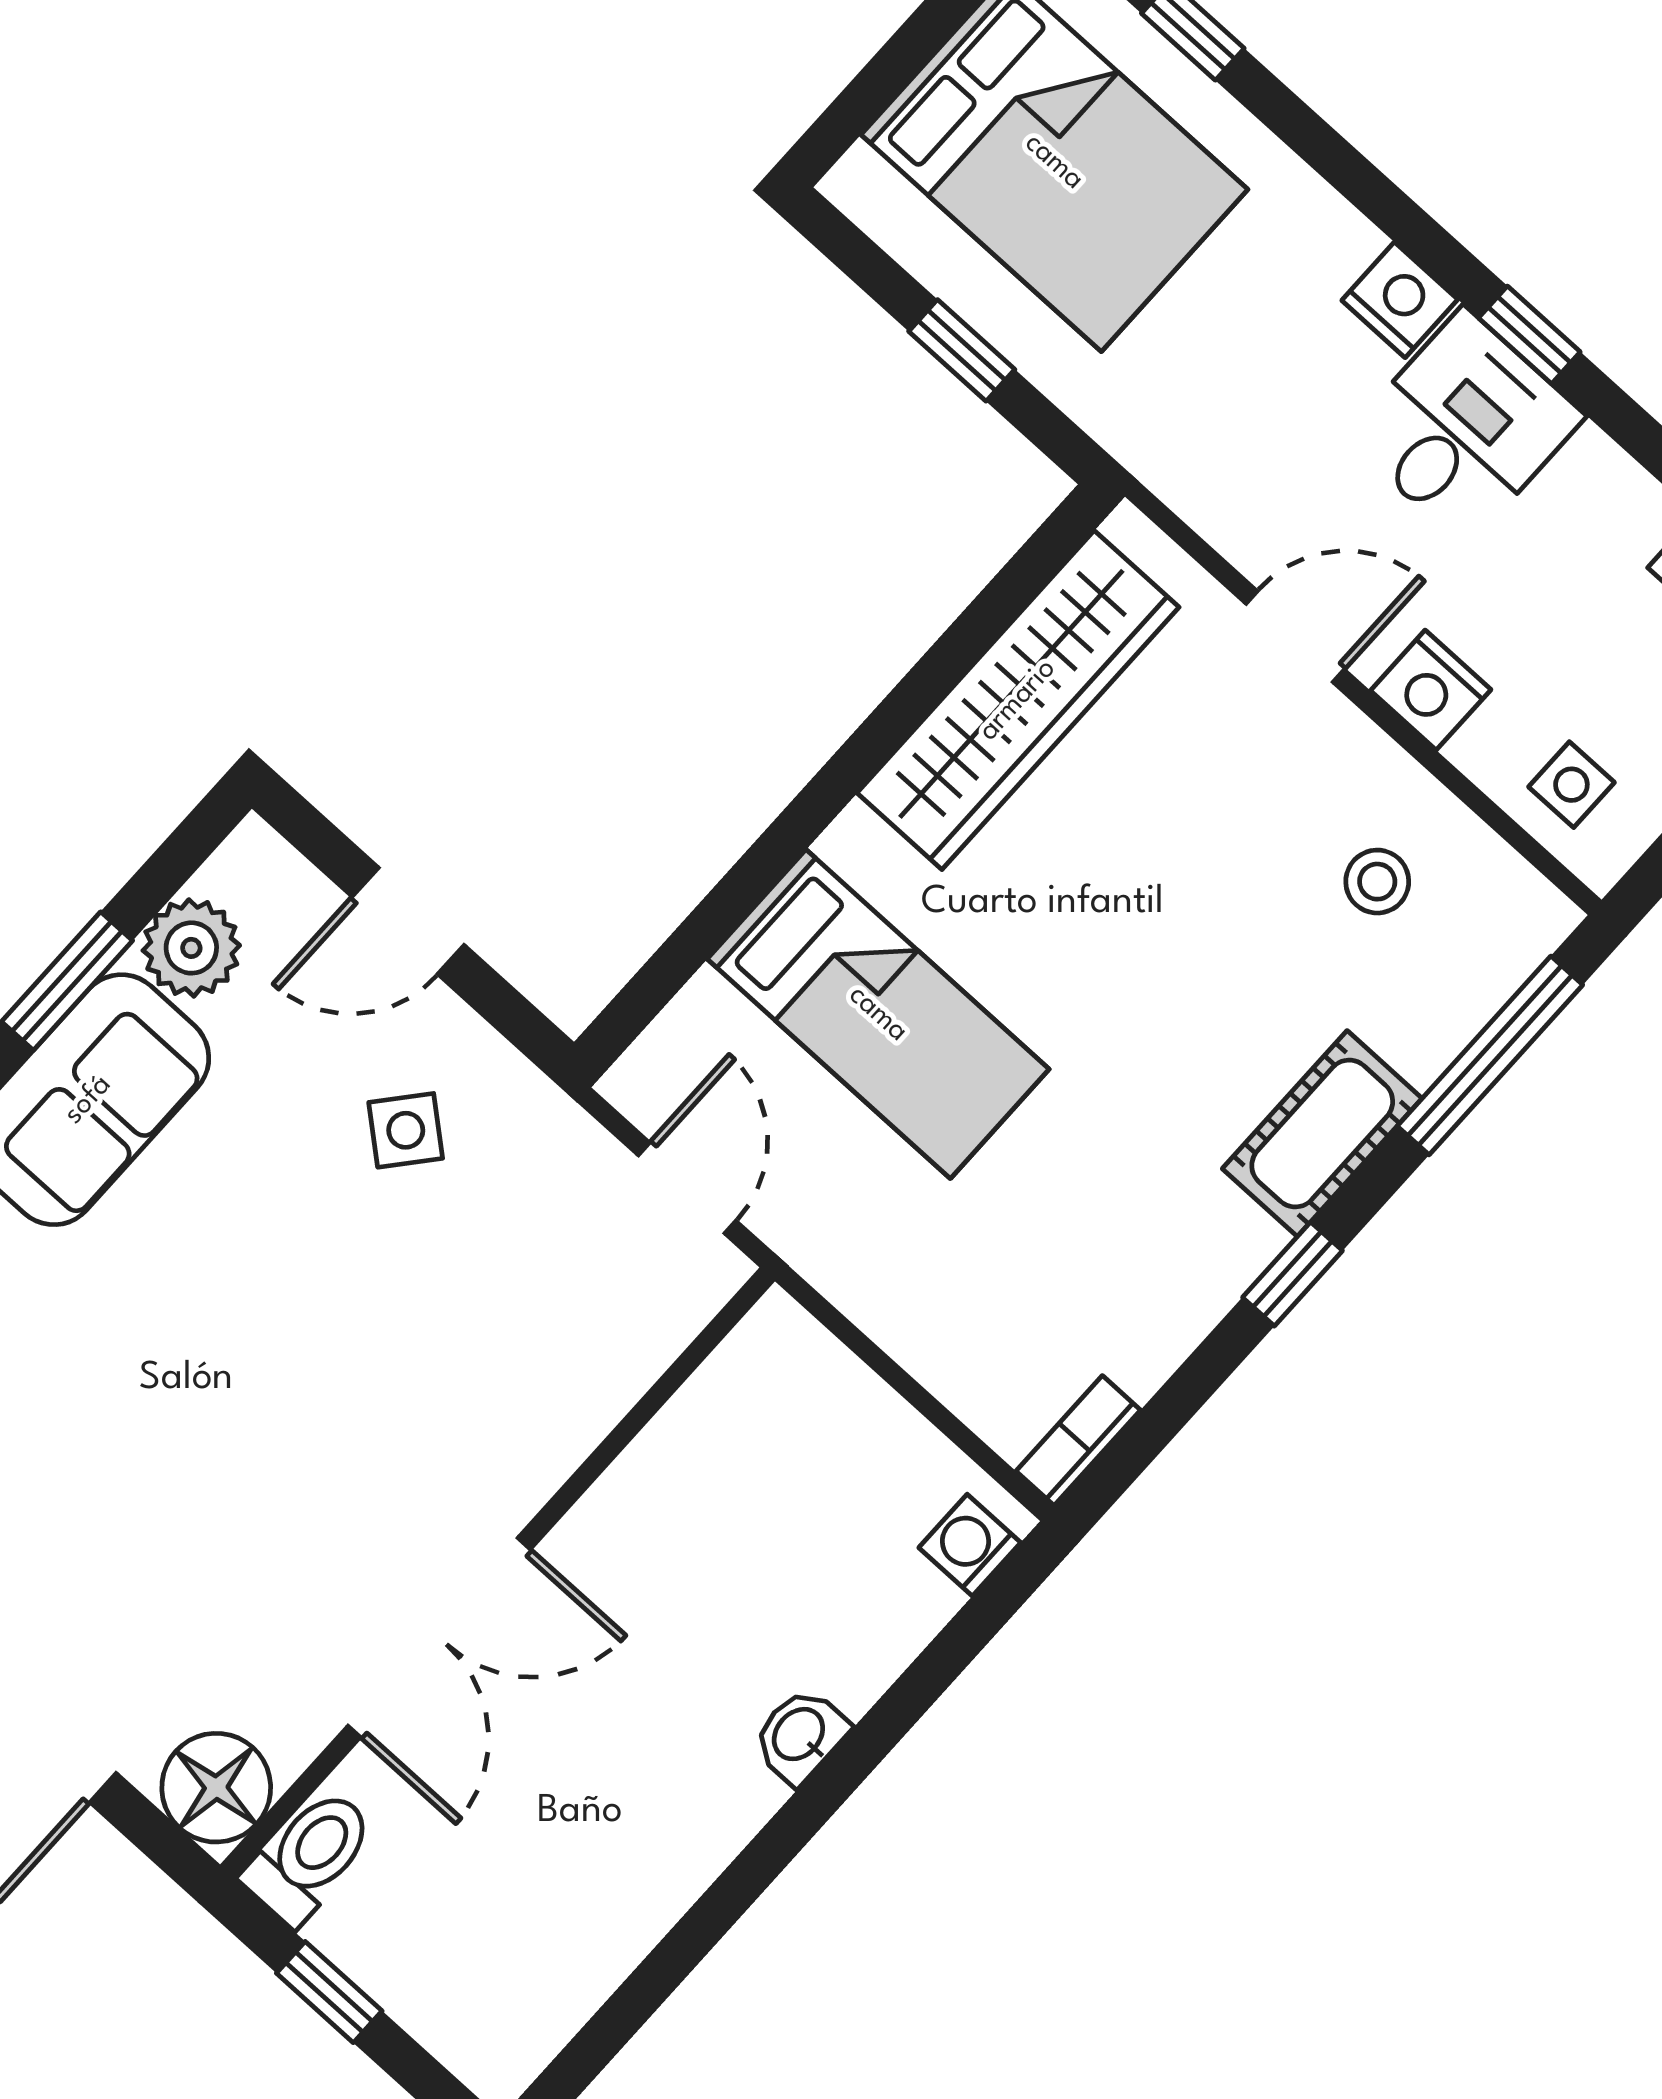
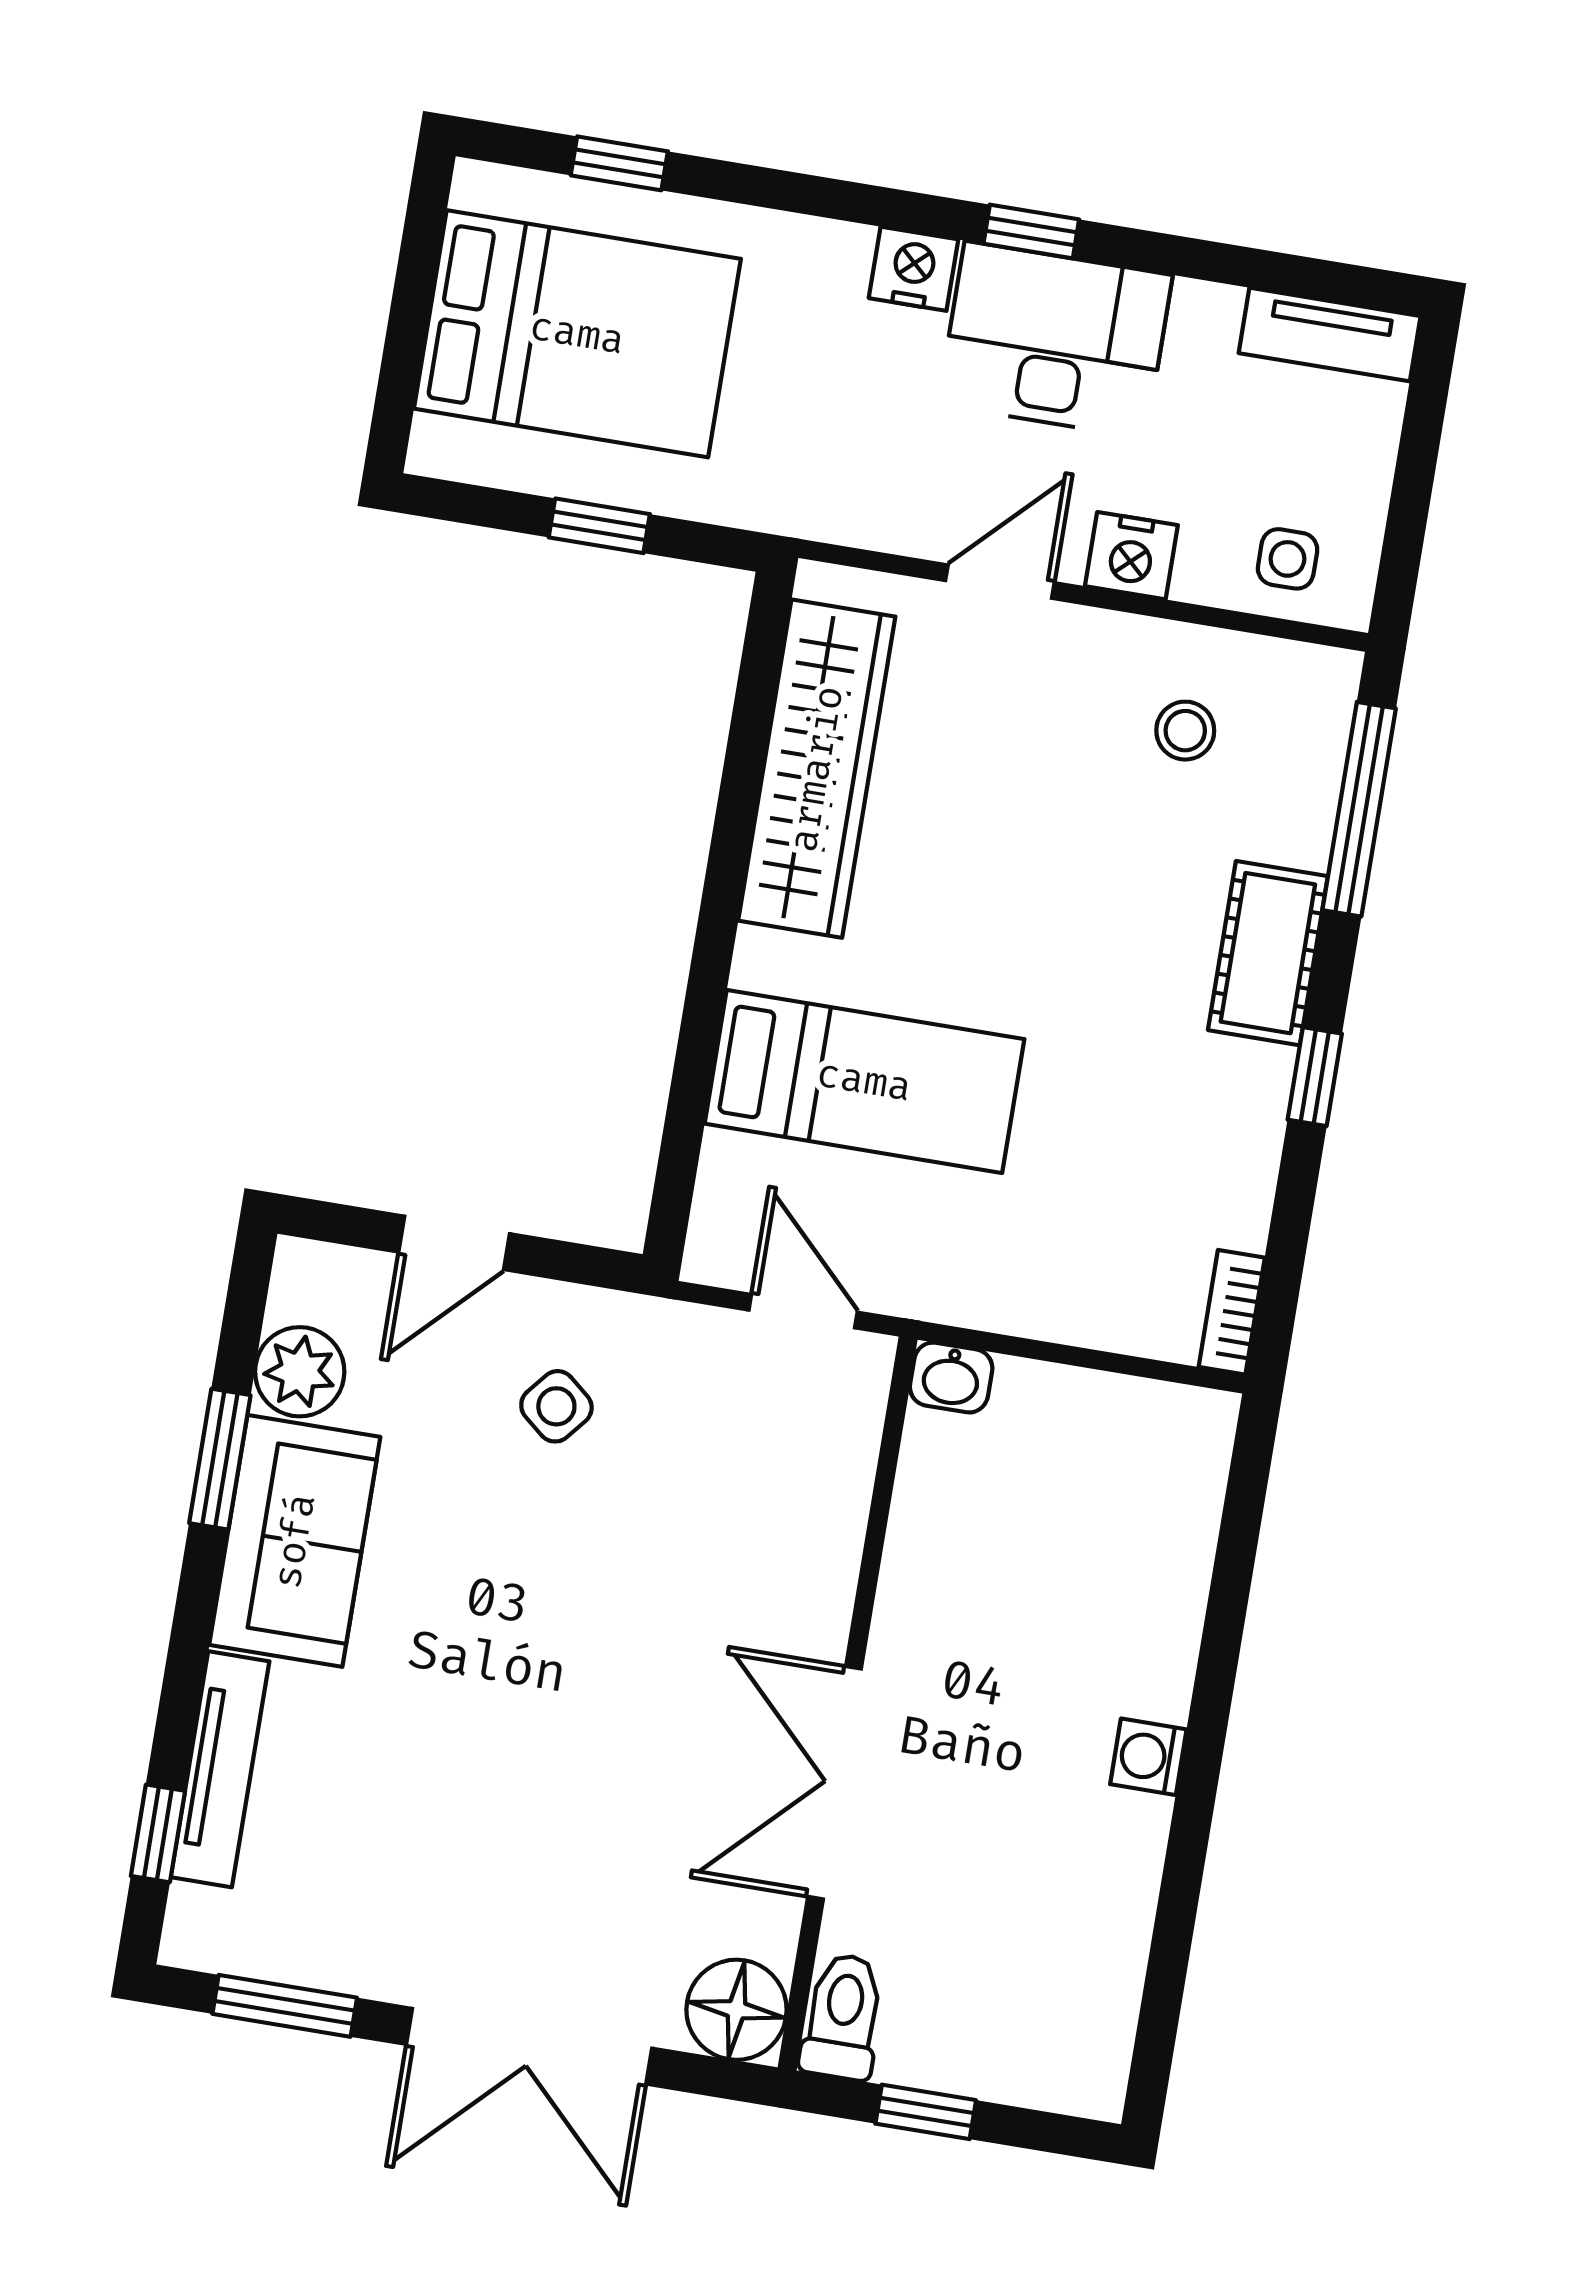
desk: (1465, 427) -> (1055, 340), width x1.37
washing machine: (970, 1545) -> (1148, 1757), moved
double door: (439, 1638) -> (835, 1783), swing flipped
washbasin: (800, 1735) -> (951, 1378), moved, turned -90

